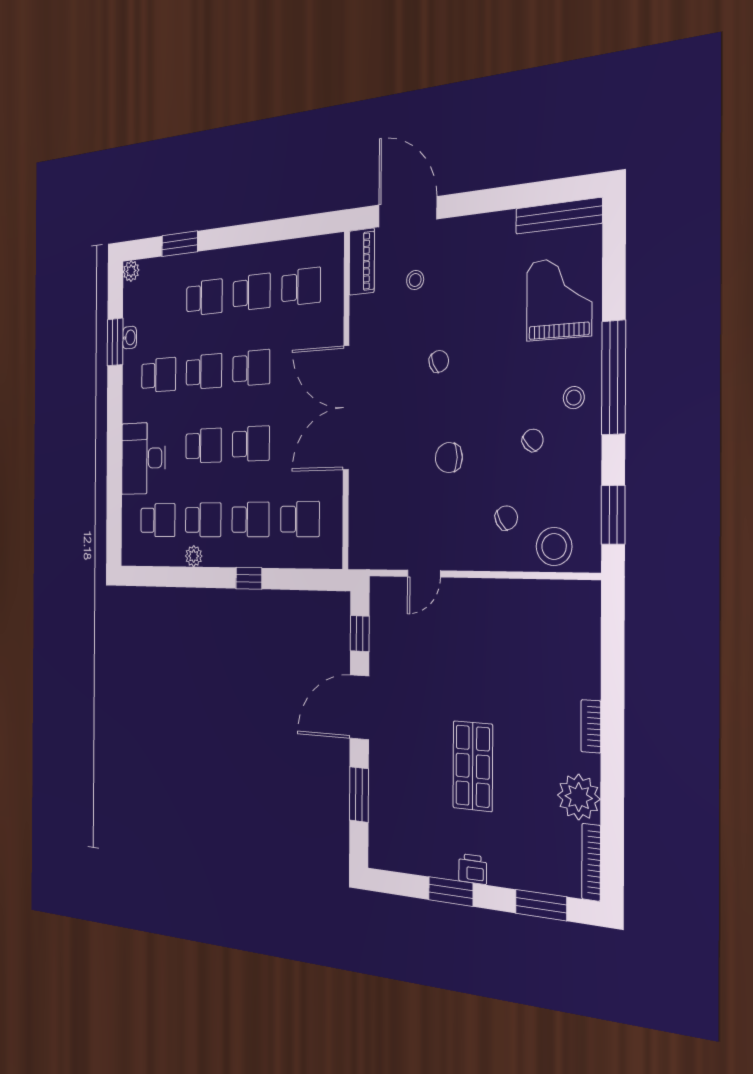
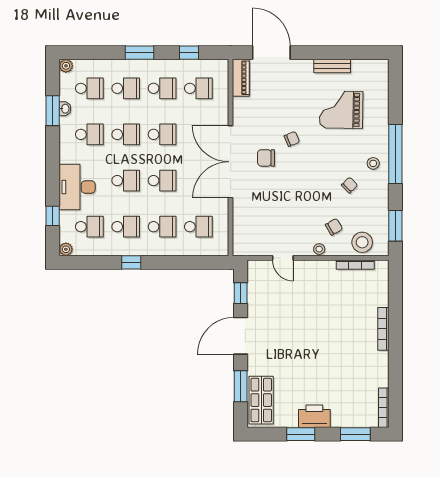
bench: (559, 216) -> (332, 66), moved, width x0.73
window: (288, 229) -> (189, 53), added
window: (180, 244) -> (139, 53), moved
stool: (415, 280) -> (319, 249), moved
grand piano: (559, 298) -> (341, 110), moved, turned -89
school desk: (159, 303) -> (89, 88), added
chair: (449, 458) -> (266, 158), moved
window: (114, 504) -> (53, 216), added
plant: (194, 556) -> (66, 249), moved
door: (424, 574) -> (283, 258), hinge flipped
window: (249, 578) -> (131, 262), moved
bookcase: (542, 588) -> (355, 265), added
bookcase: (591, 726) -> (383, 329), width x1.56
shop shelf: (473, 766) -> (261, 400), moved
plant: (579, 797) -> (377, 374), removed
printer: (473, 869) -> (314, 416), width x1.87, depth x1.48

